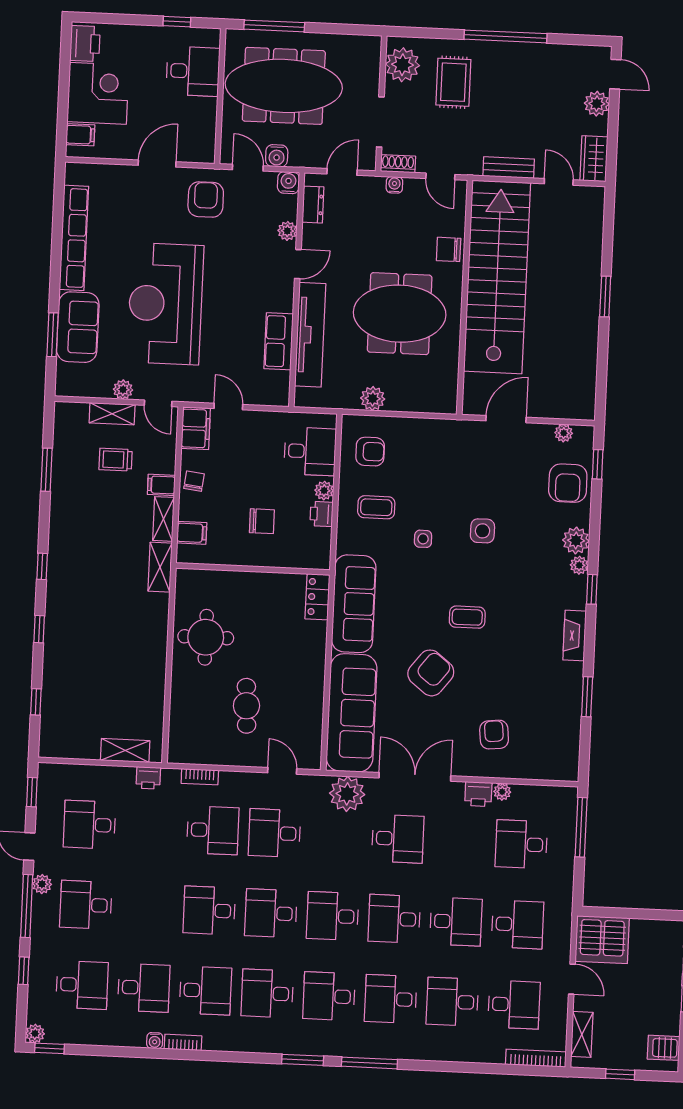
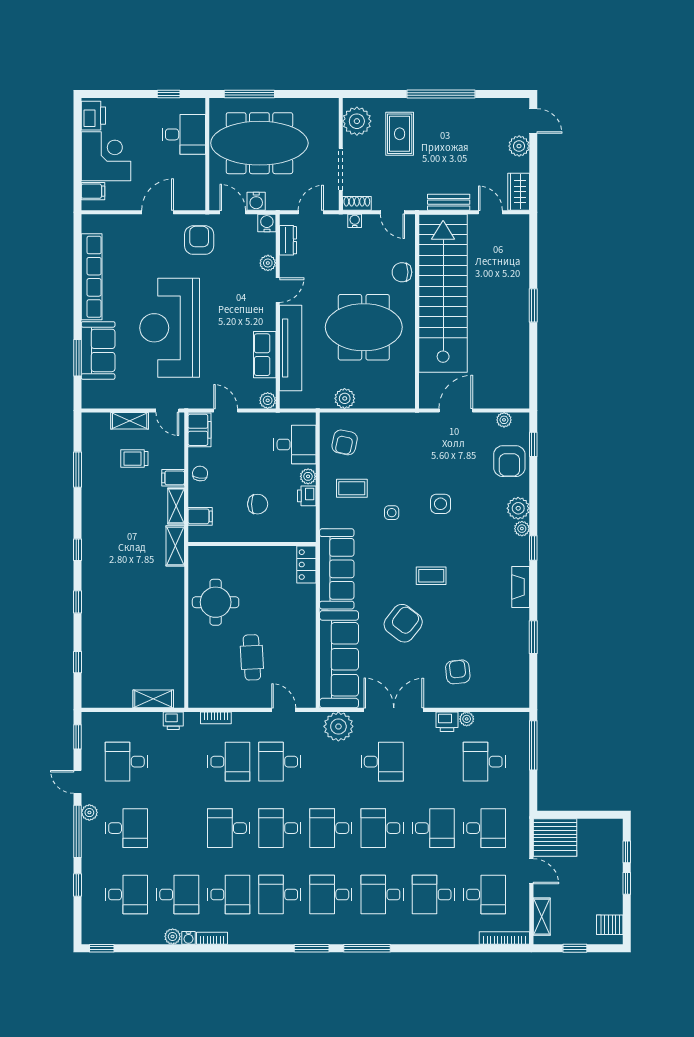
plant: (123, 390) -> (268, 400), moved
armchair: (370, 452) -> (345, 442), turned 102
desk: (86, 905) -> (126, 828), turned 180
plant: (35, 1034) -> (173, 936), moved

